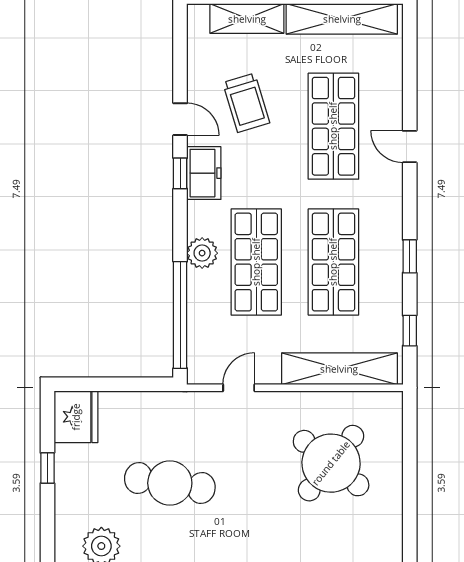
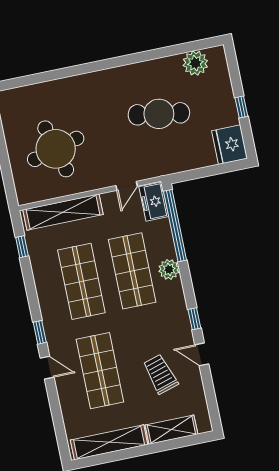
freezer: (204, 173) -> (154, 202), moved
window: (410, 256) -> (40, 332), moved
round table: (331, 463) -> (56, 149), turned 36

